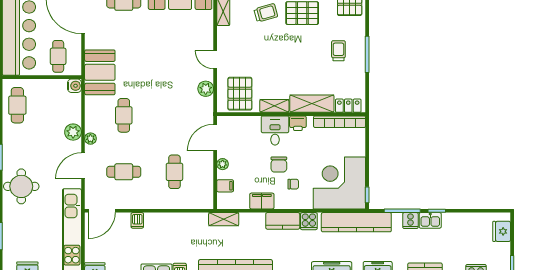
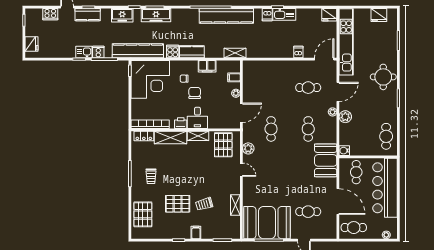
cafe table: (174, 172) -> (271, 129), moved

